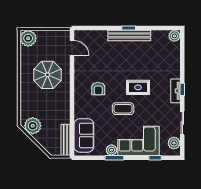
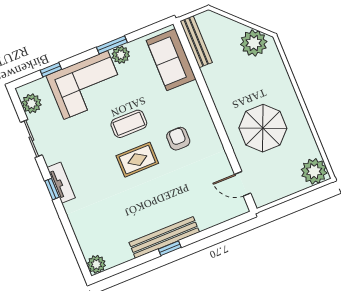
rug: (138, 87) -> (137, 160), moved

